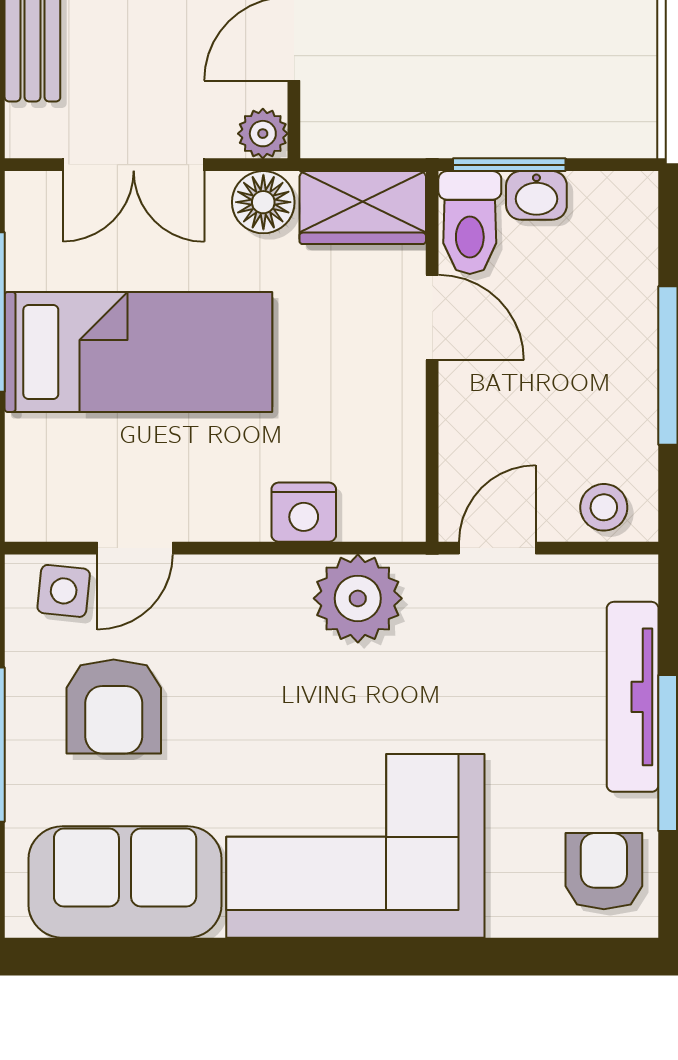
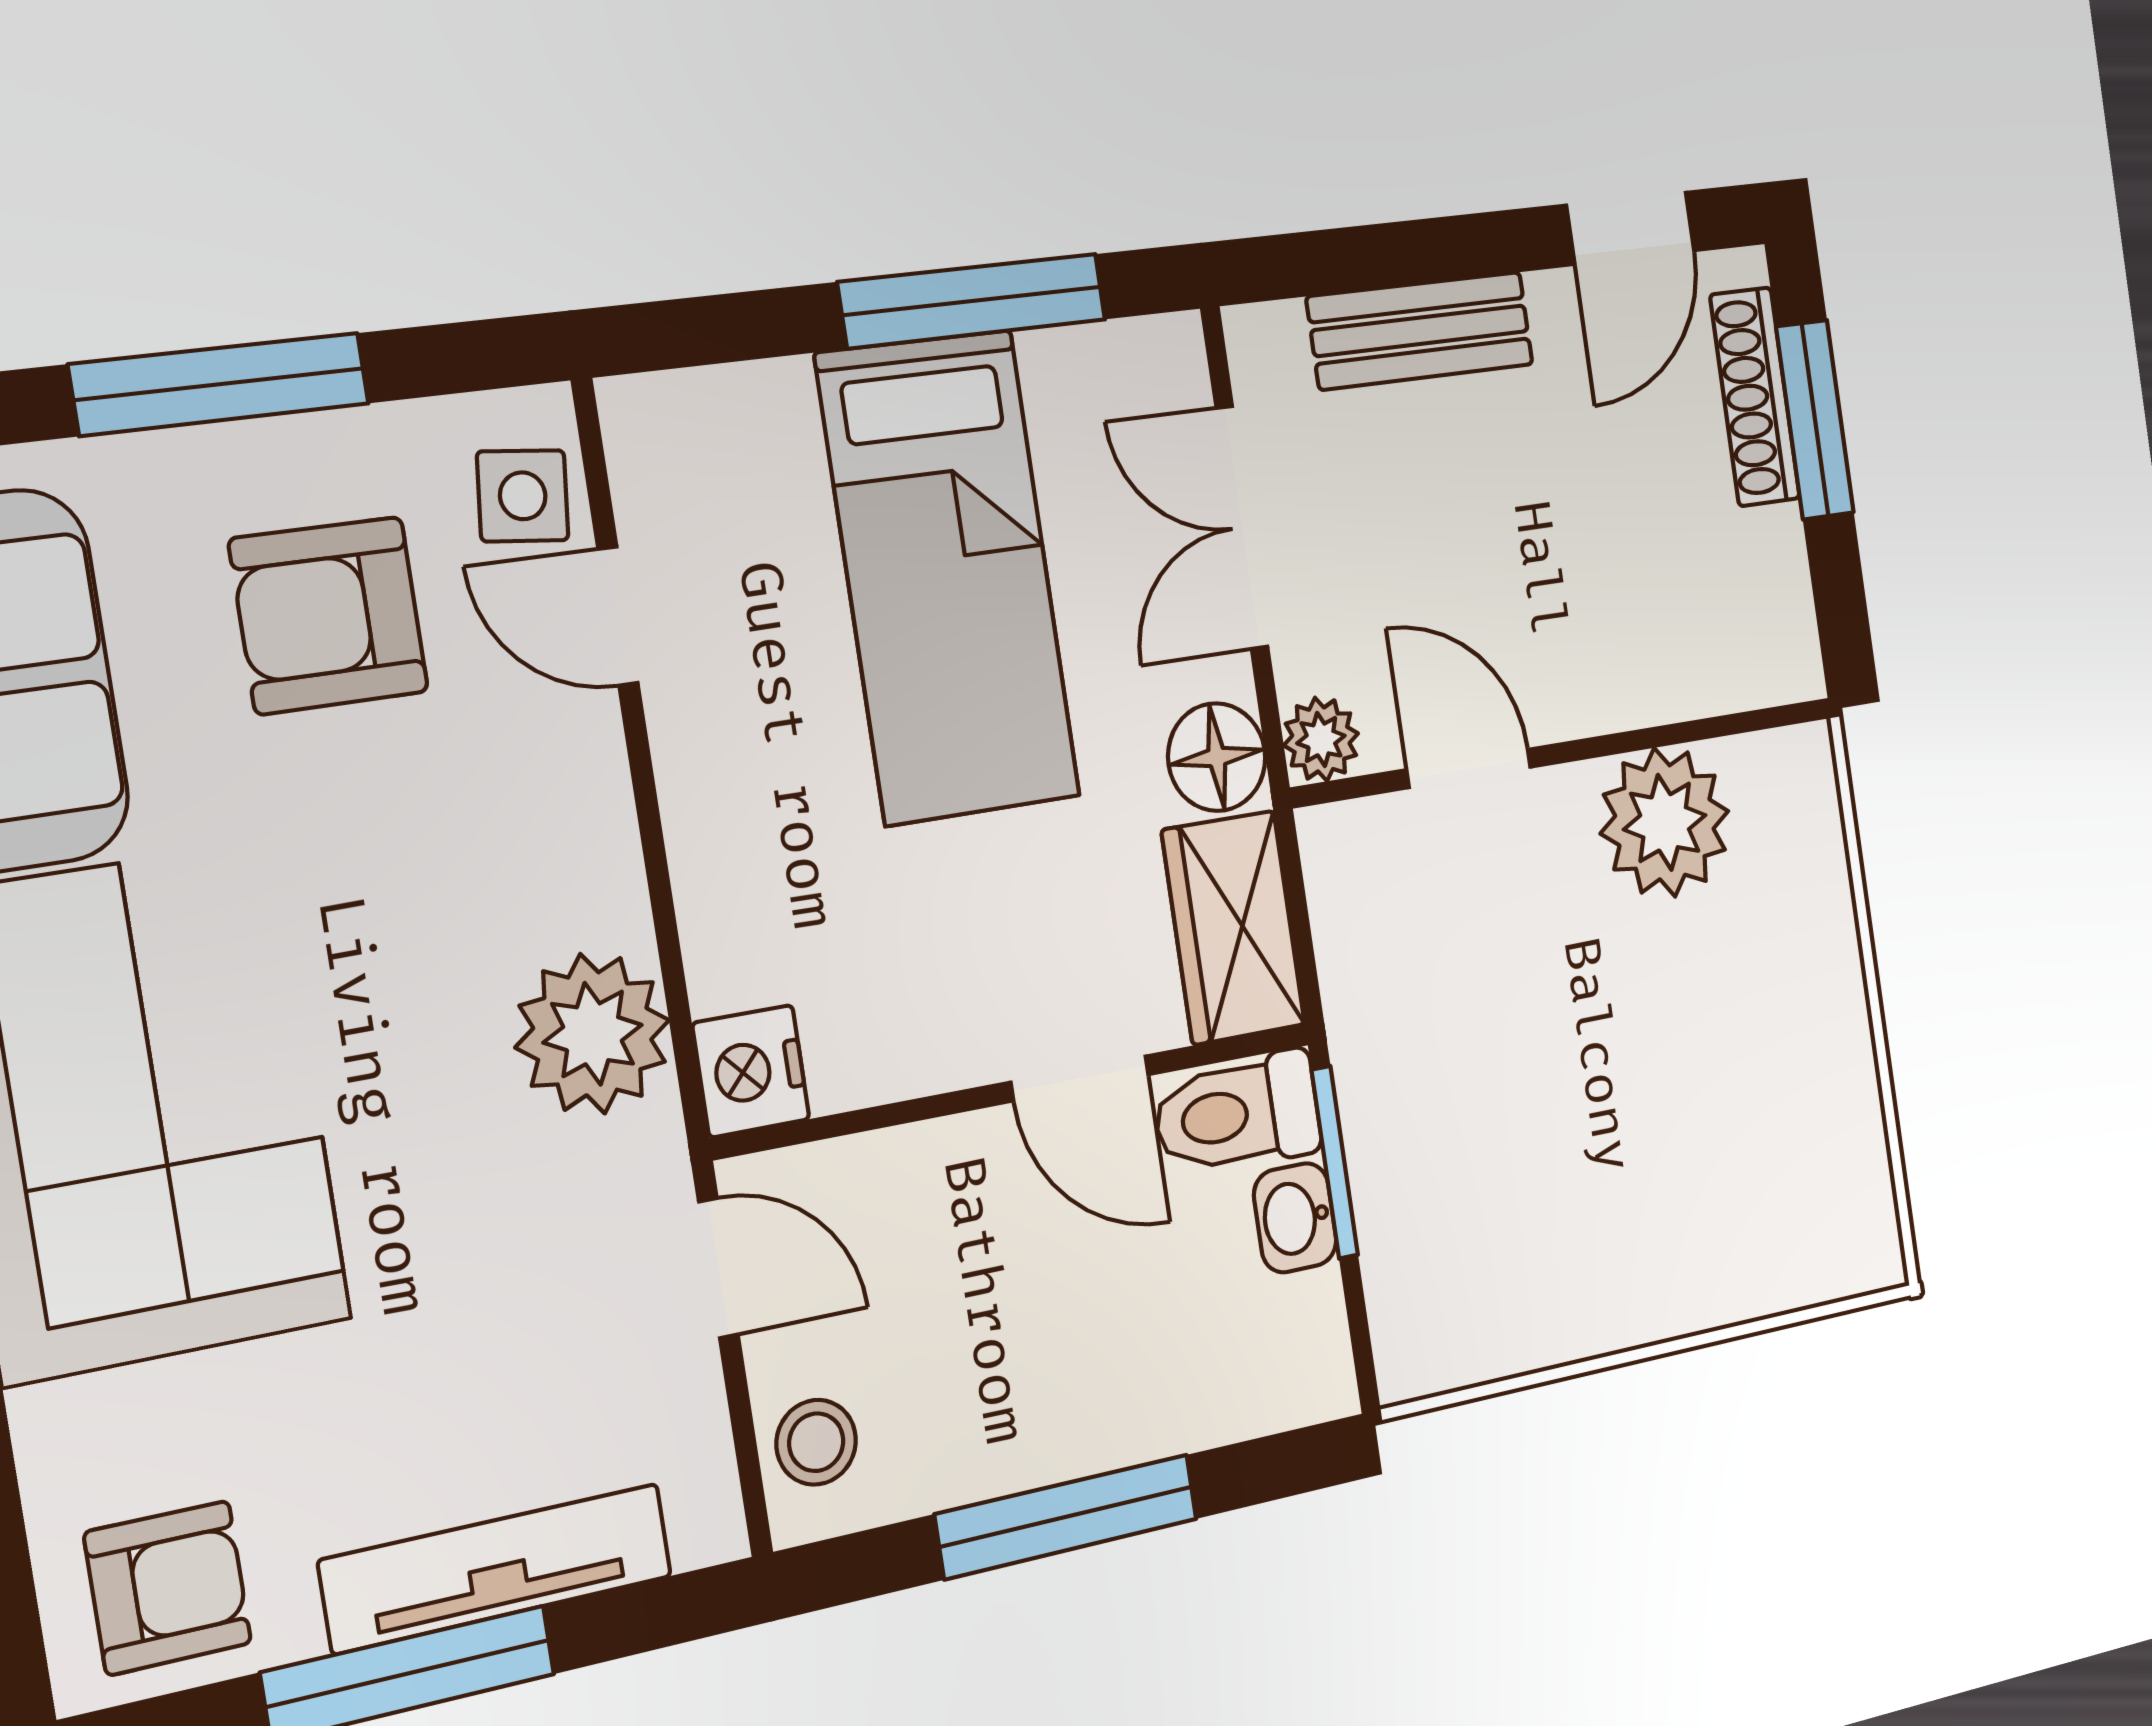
door: (432, 317) -> (1080, 1078), hinge flipped
nightstand: (304, 512) -> (751, 1071), moved

